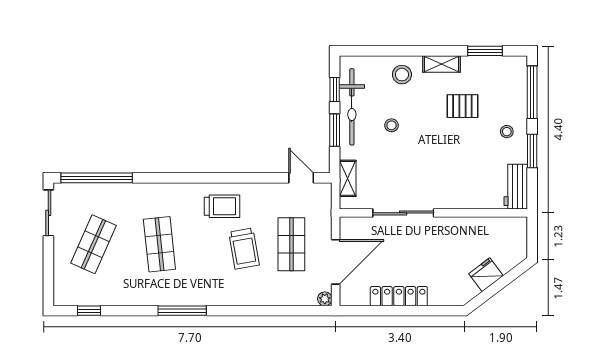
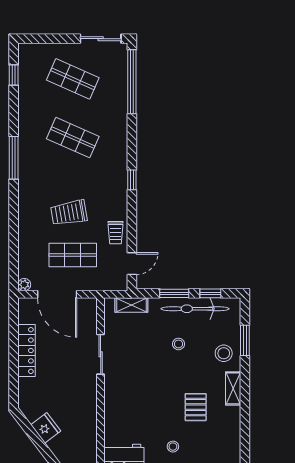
window: (485, 51) -> (245, 340), moved
window: (207, 178) -> (132, 180), added
trolley: (222, 206) -> (115, 233), moved, width x0.73, depth x0.72
sliding door: (403, 213) -> (101, 354), width x0.73
shop shelf: (159, 244) -> (73, 138), turned 30

